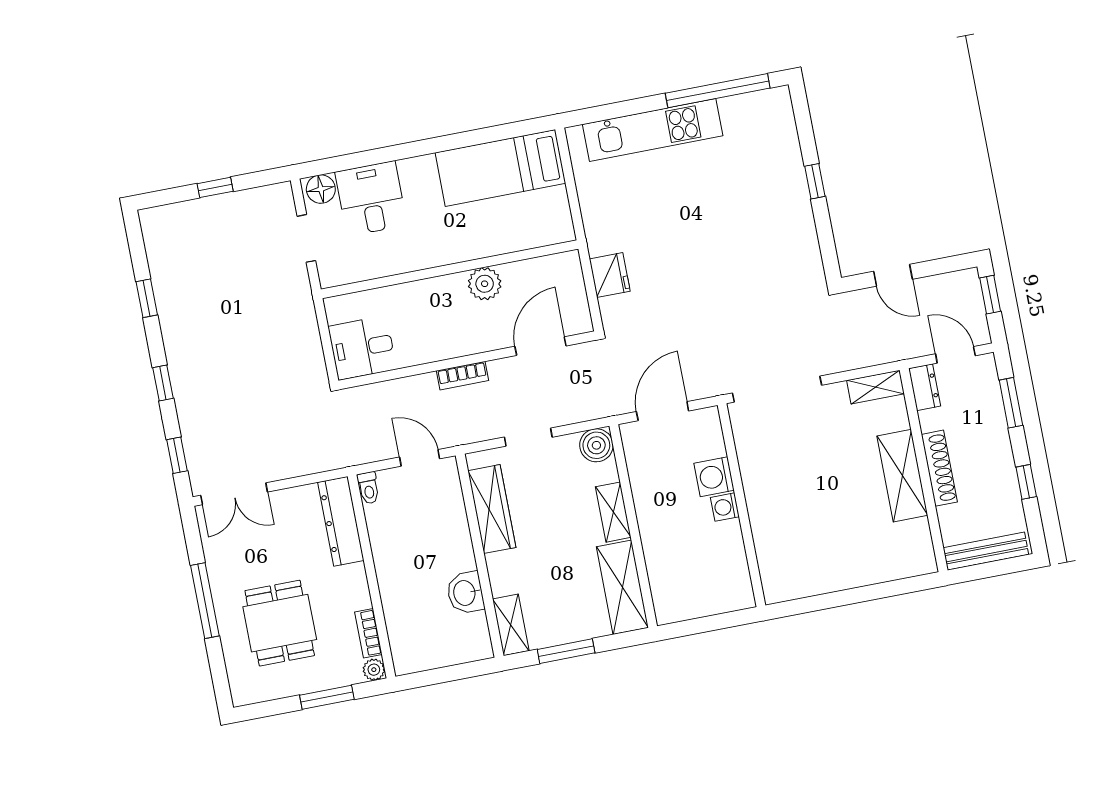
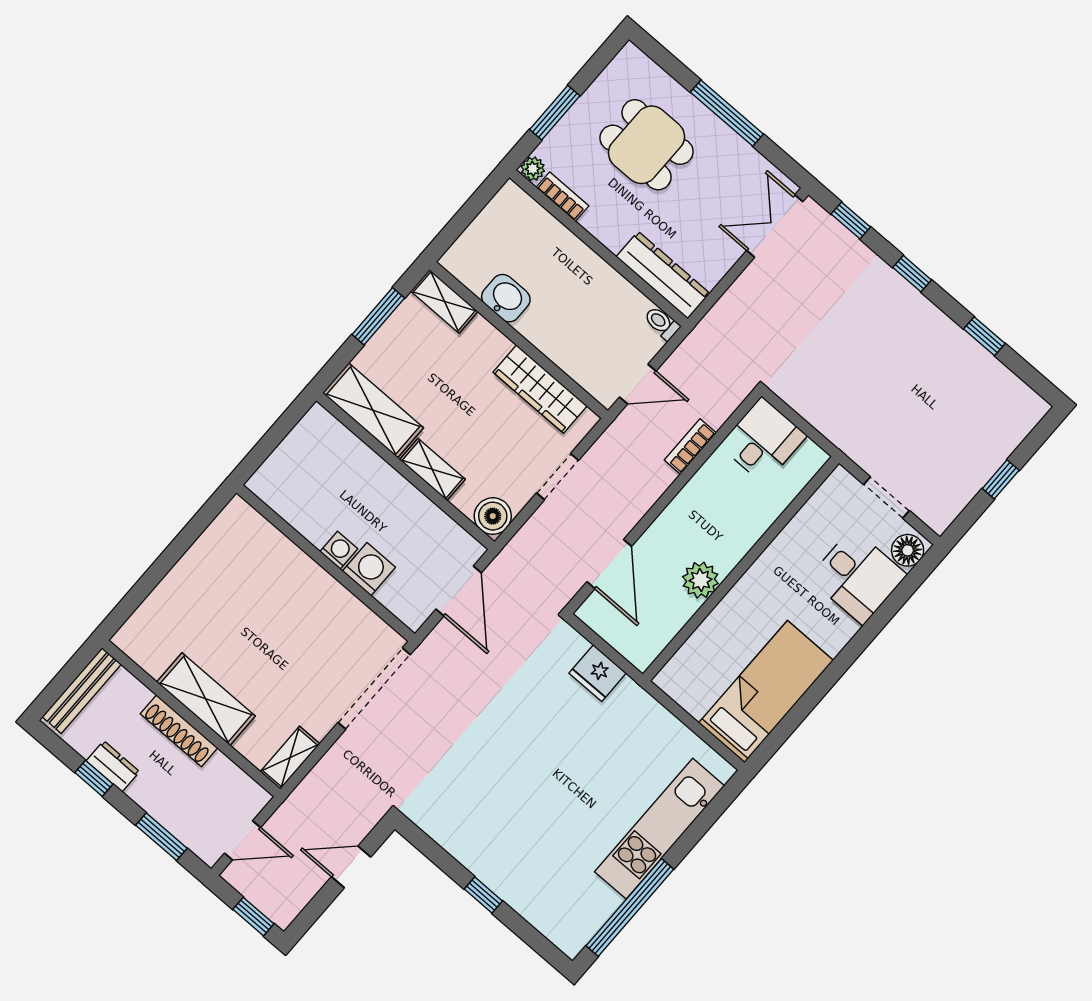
bookcase: (462, 376) -> (690, 446), moved
dresser: (924, 387) -> (113, 766), moved, turned 180

